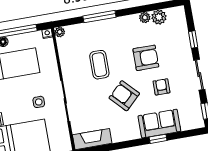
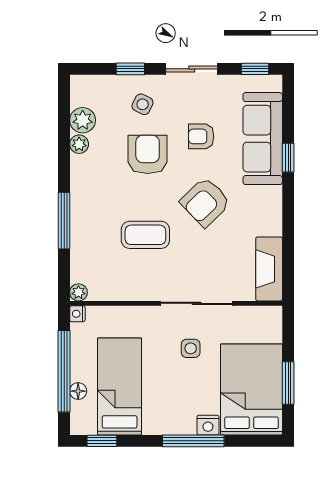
side table: (174, 50) -> (143, 104), added
sofa: (159, 124) -> (263, 139), width x1.36

